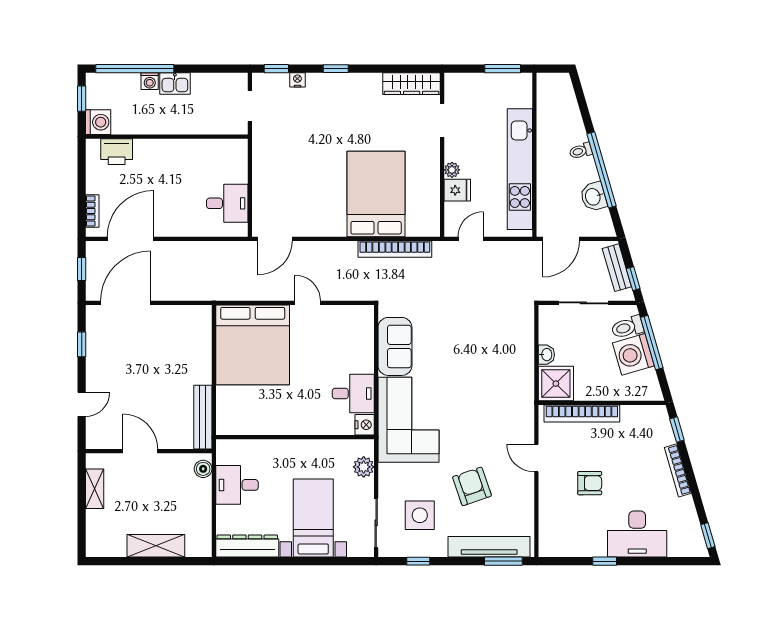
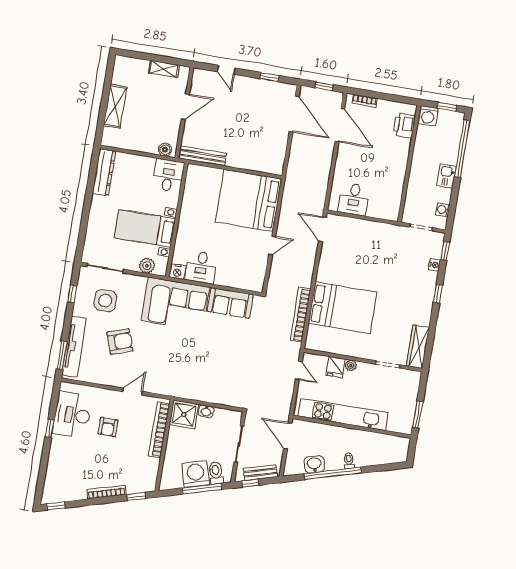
washing machine: (150, 81) -> (443, 210), moved
desk: (237, 485) -> (168, 175), moved
bed with nightstands: (313, 518) -> (145, 228), moved, turned 180
desk: (637, 534) -> (72, 415), moved

